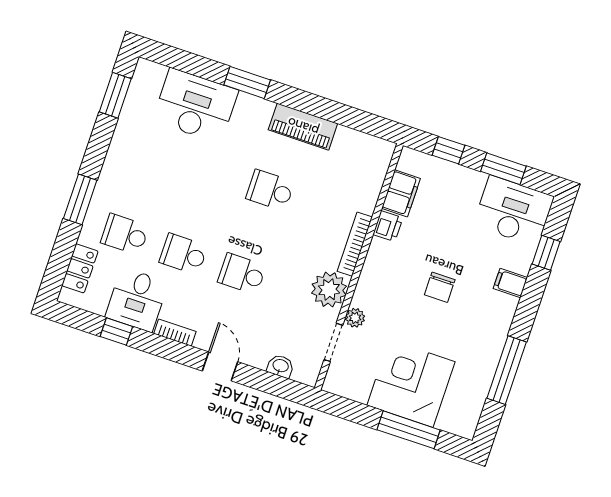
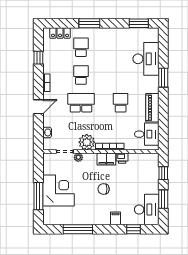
filing cabinet: (401, 193) -> (106, 159), moved
school desk: (242, 274) -> (81, 103), width x1.85
desk: (137, 300) -> (147, 134), moved, turned 180

